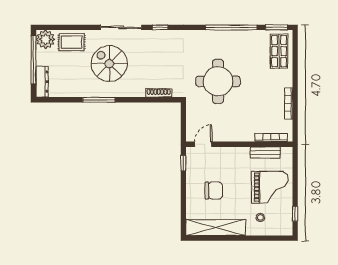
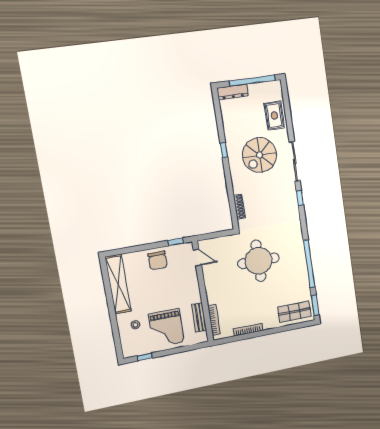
plant: (45, 39) -> (273, 90), removed
spiral stairs: (109, 64) -> (260, 155), turned 180
window: (99, 100) -> (224, 150), width x0.46
chair: (214, 191) -> (158, 260), moved

